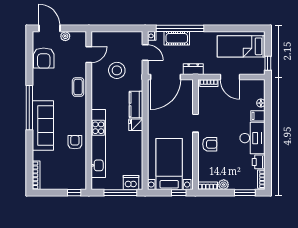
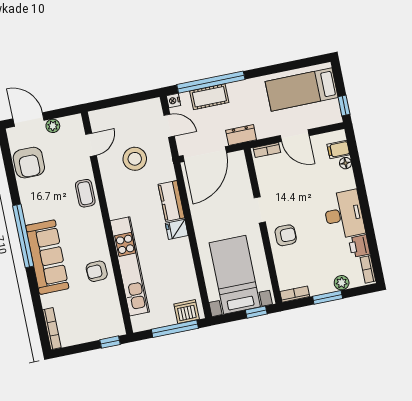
filing cabinet: (258, 116) -> (338, 149), moved
armchair: (75, 142) -> (97, 271), turned -92
plant: (224, 185) -> (342, 283), moved
window: (245, 193) -> (328, 297), moved

